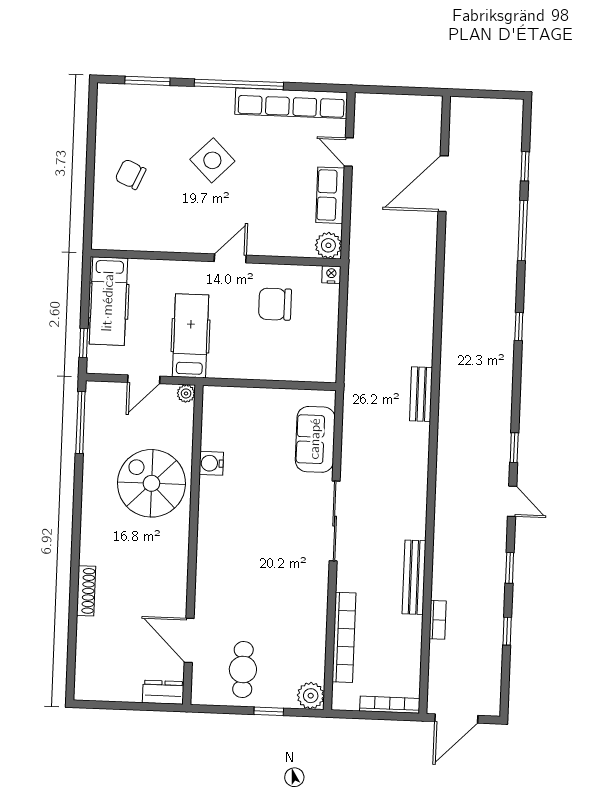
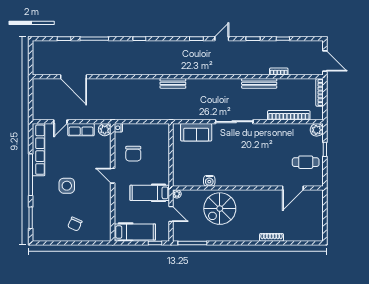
side table: (212, 160) -> (67, 186), turned 45
dresser: (163, 692) -> (318, 199), removed

